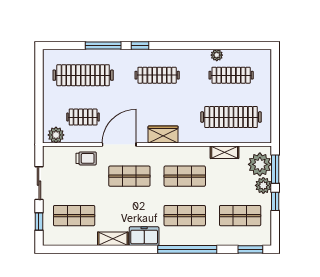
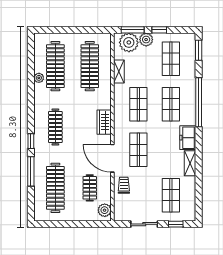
clothes rail: (231, 75) -> (55, 66), width x1.37, depth x1.31

